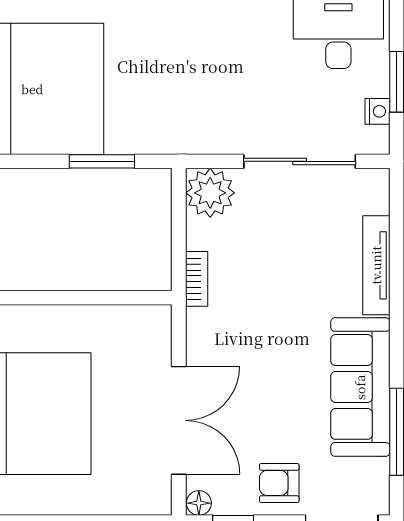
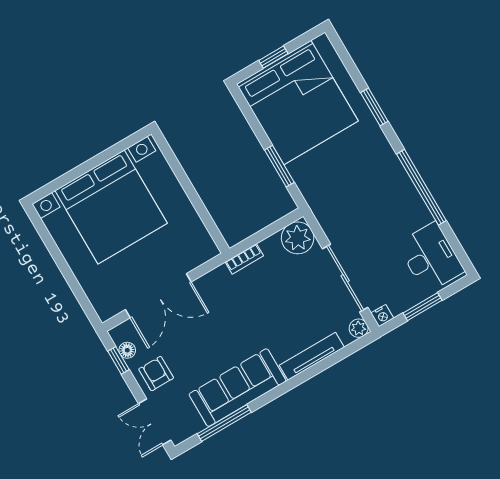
nightstand: (377, 111) -> (382, 316), moved
plant: (376, 182) -> (359, 328), added
floor lamp: (199, 503) -> (127, 350), moved

